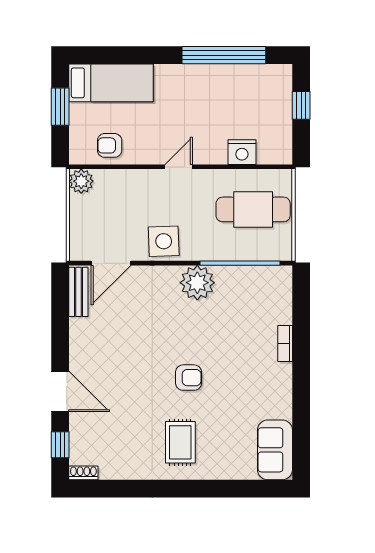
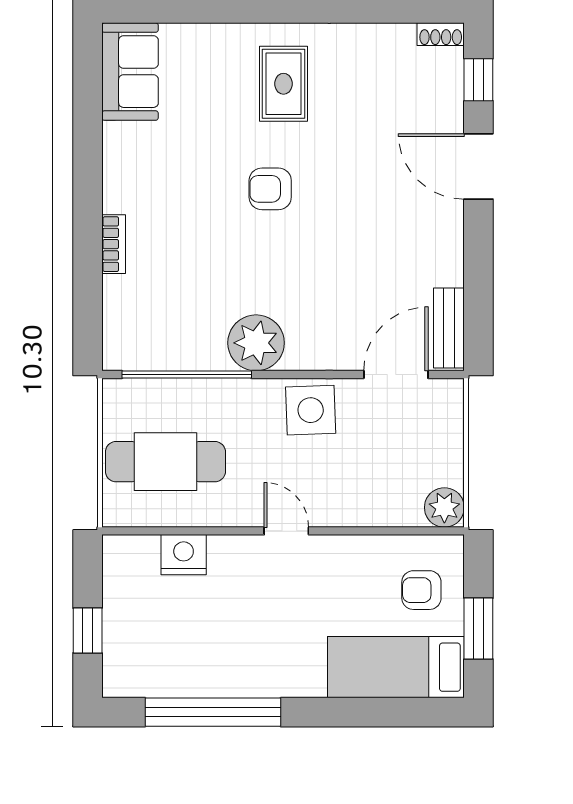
armchair: (110, 145) -> (421, 590), moved, turned 180
door: (179, 167) -> (286, 531), swing flipped

